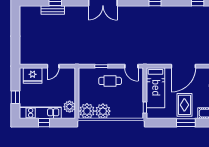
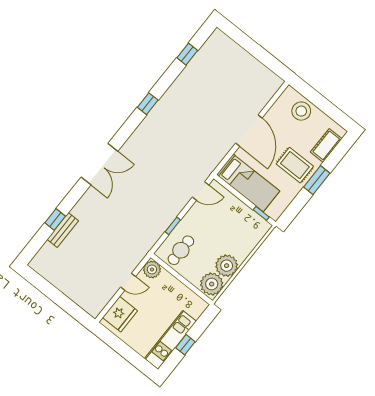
door: (53, 66) -> (128, 282), hinge flipped
cafe table: (110, 81) -> (181, 250), moved
window: (15, 97) -> (129, 354), removed
plant: (70, 107) -> (152, 269), moved

